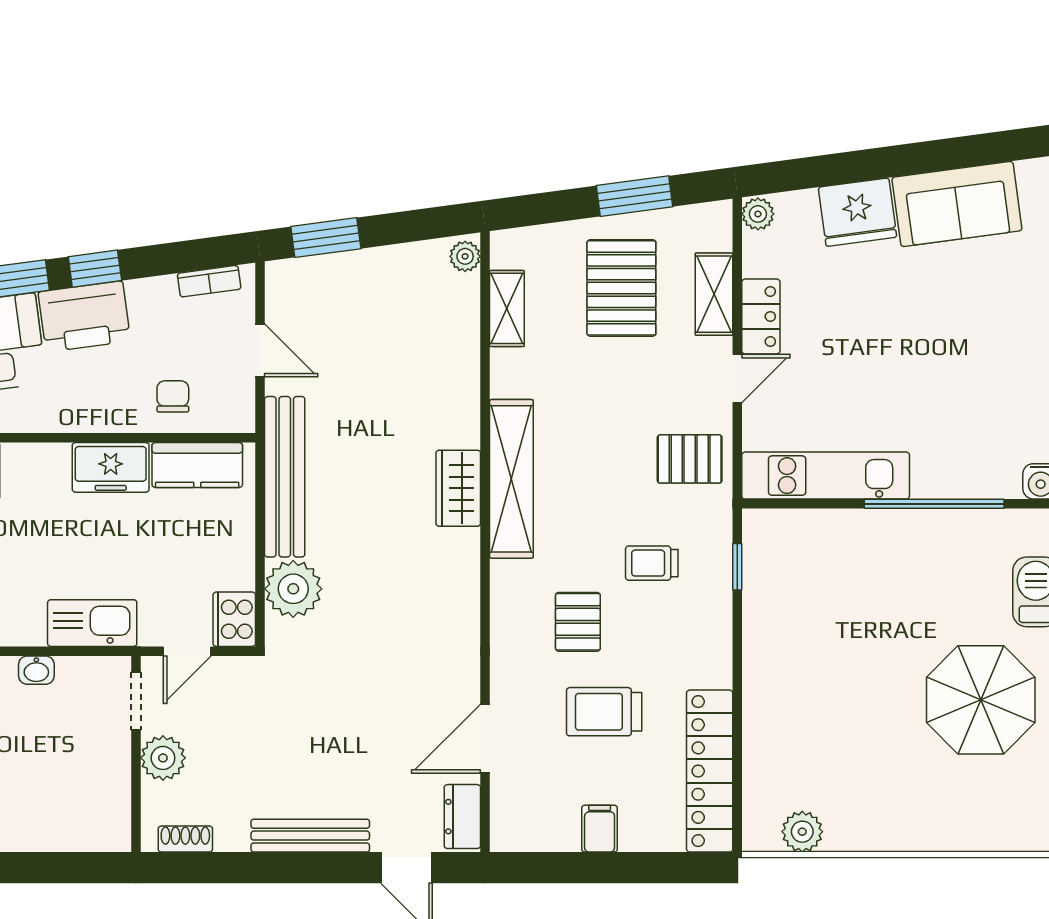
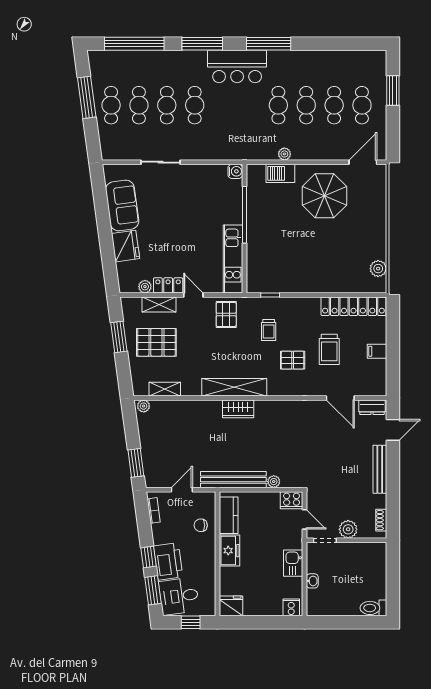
plant: (758, 214) -> (145, 287), moved
plant: (293, 589) -> (274, 482), width x0.53, depth x0.53
kitchen sink: (92, 623) -> (293, 563), width x0.73

